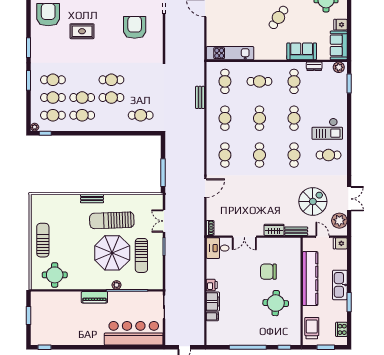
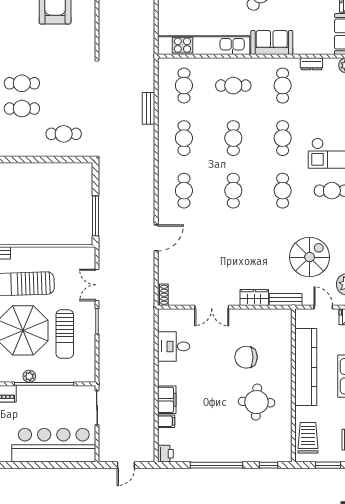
sofa: (302, 51) -> (272, 43), moved
kitchen unit: (230, 53) -> (204, 45), width x1.36
desk: (218, 248) -> (174, 346), moved
printer: (212, 285) -> (165, 454), moved

